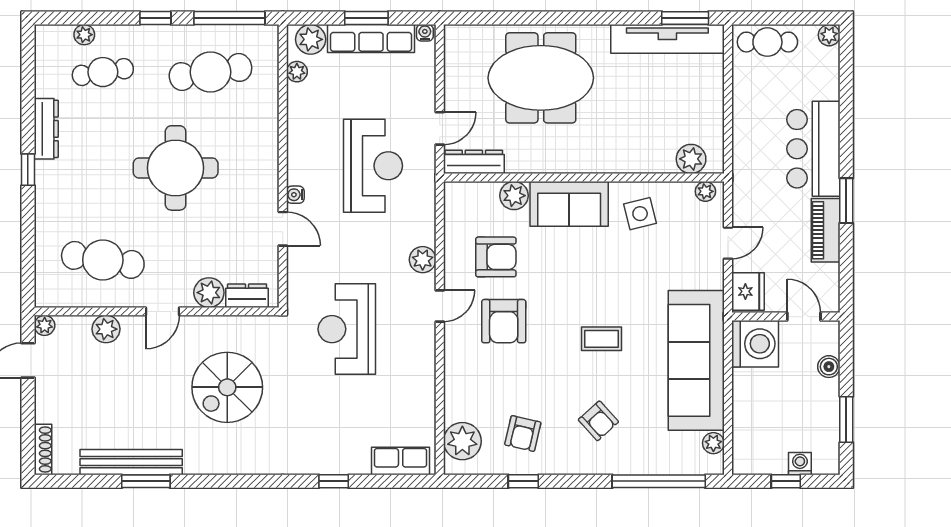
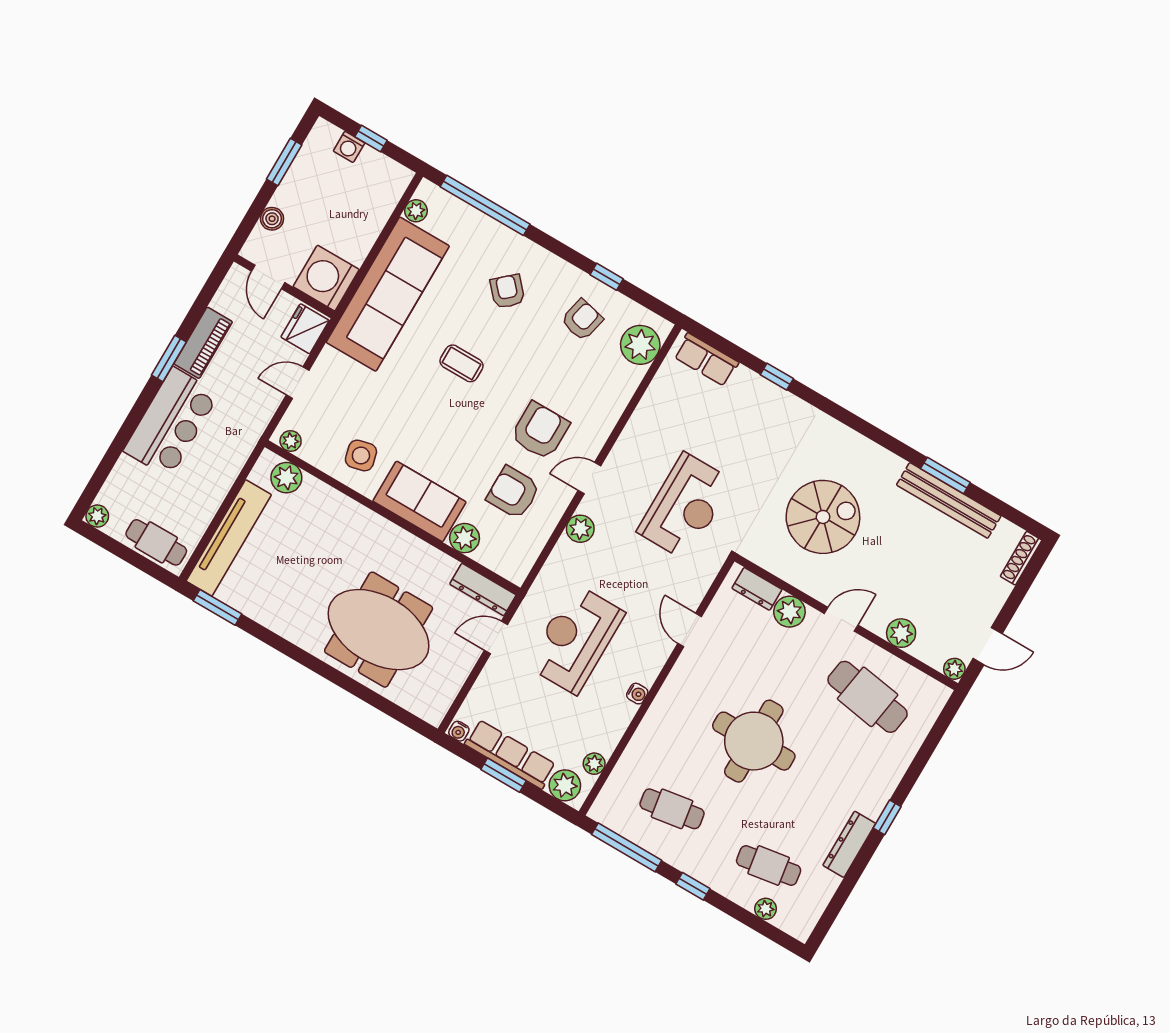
tv unit: (667, 39) -> (229, 538), moved, turned 90
cafe table: (210, 72) -> (672, 809), width x0.73, depth x0.74
water cooler: (295, 195) -> (637, 694), moved

